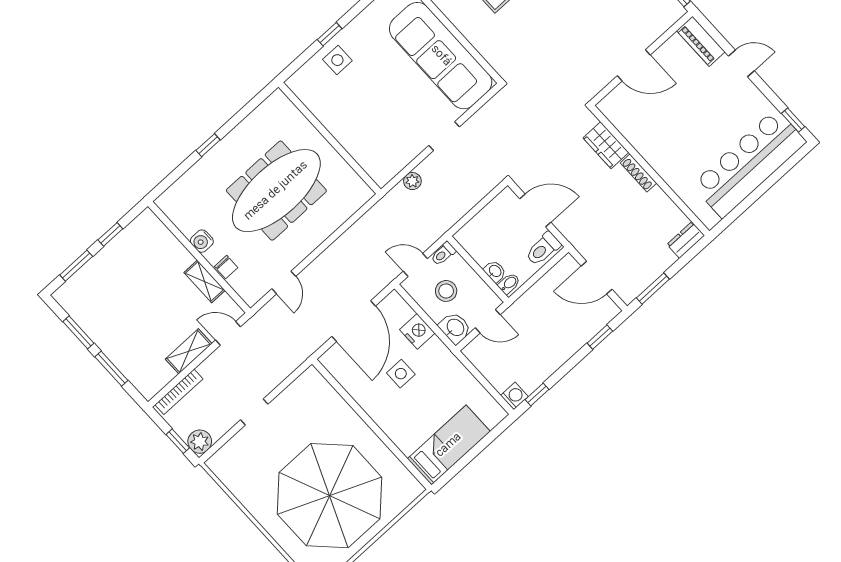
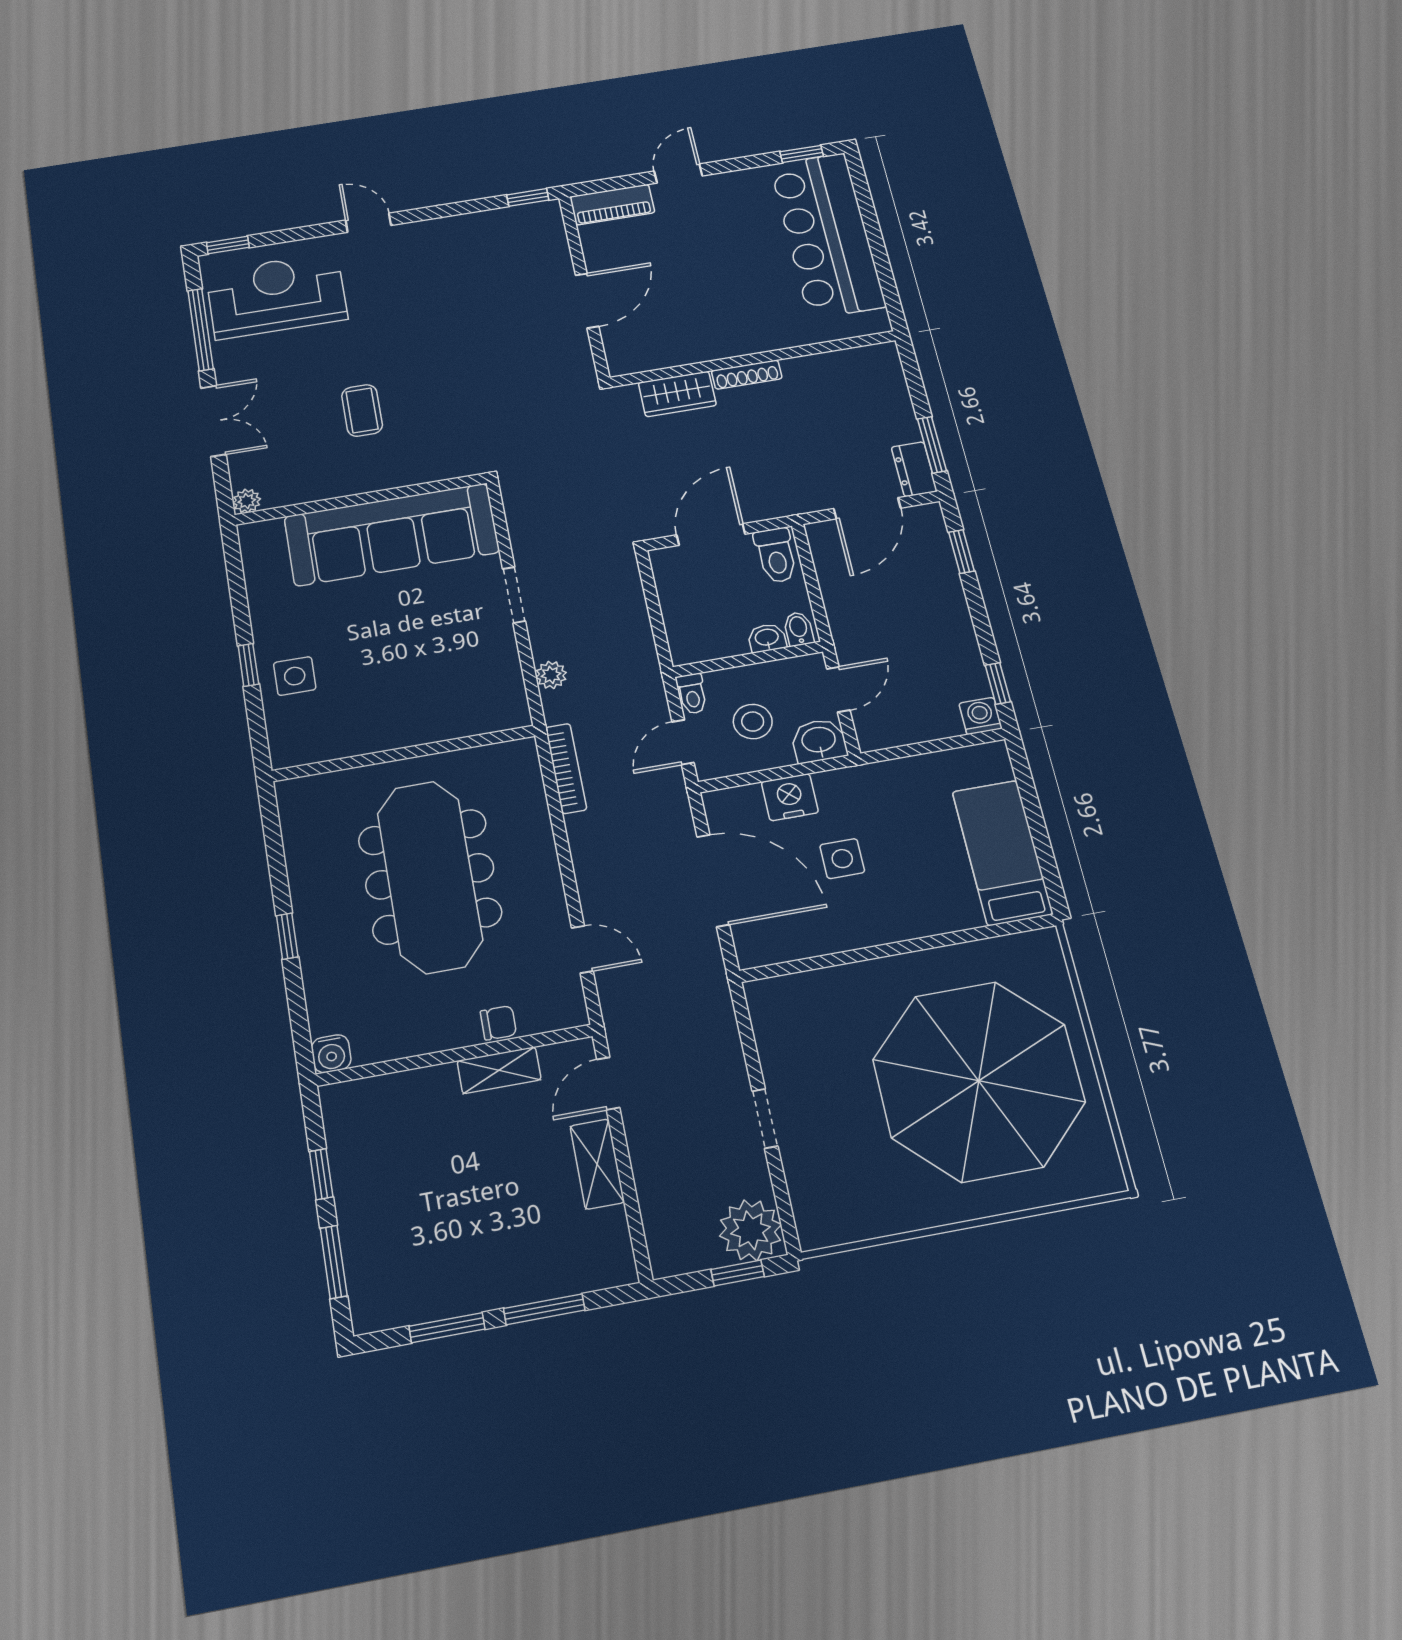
dresser: (686, 240) -> (914, 469), moved
water cooler: (202, 241) -> (331, 1054), moved
bookcase: (179, 392) -> (566, 768), moved
plant: (200, 442) -> (751, 1230), width x1.36, depth x1.36

